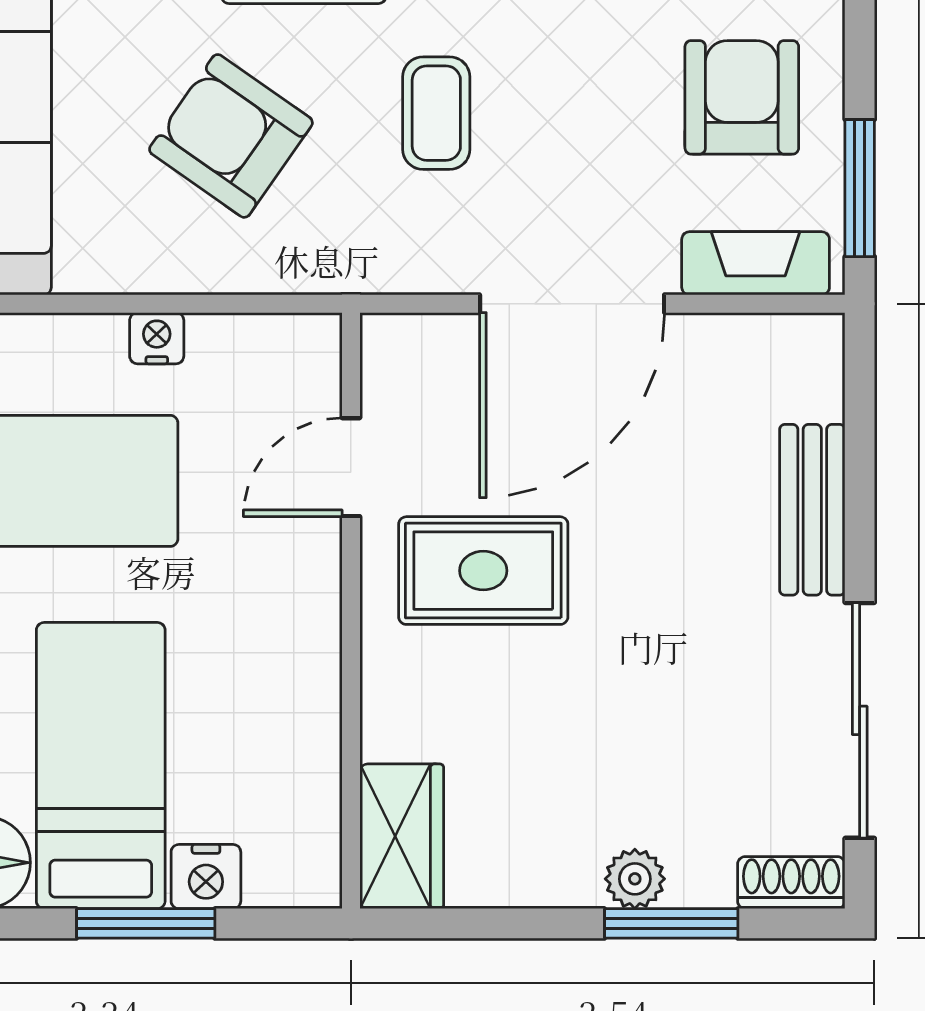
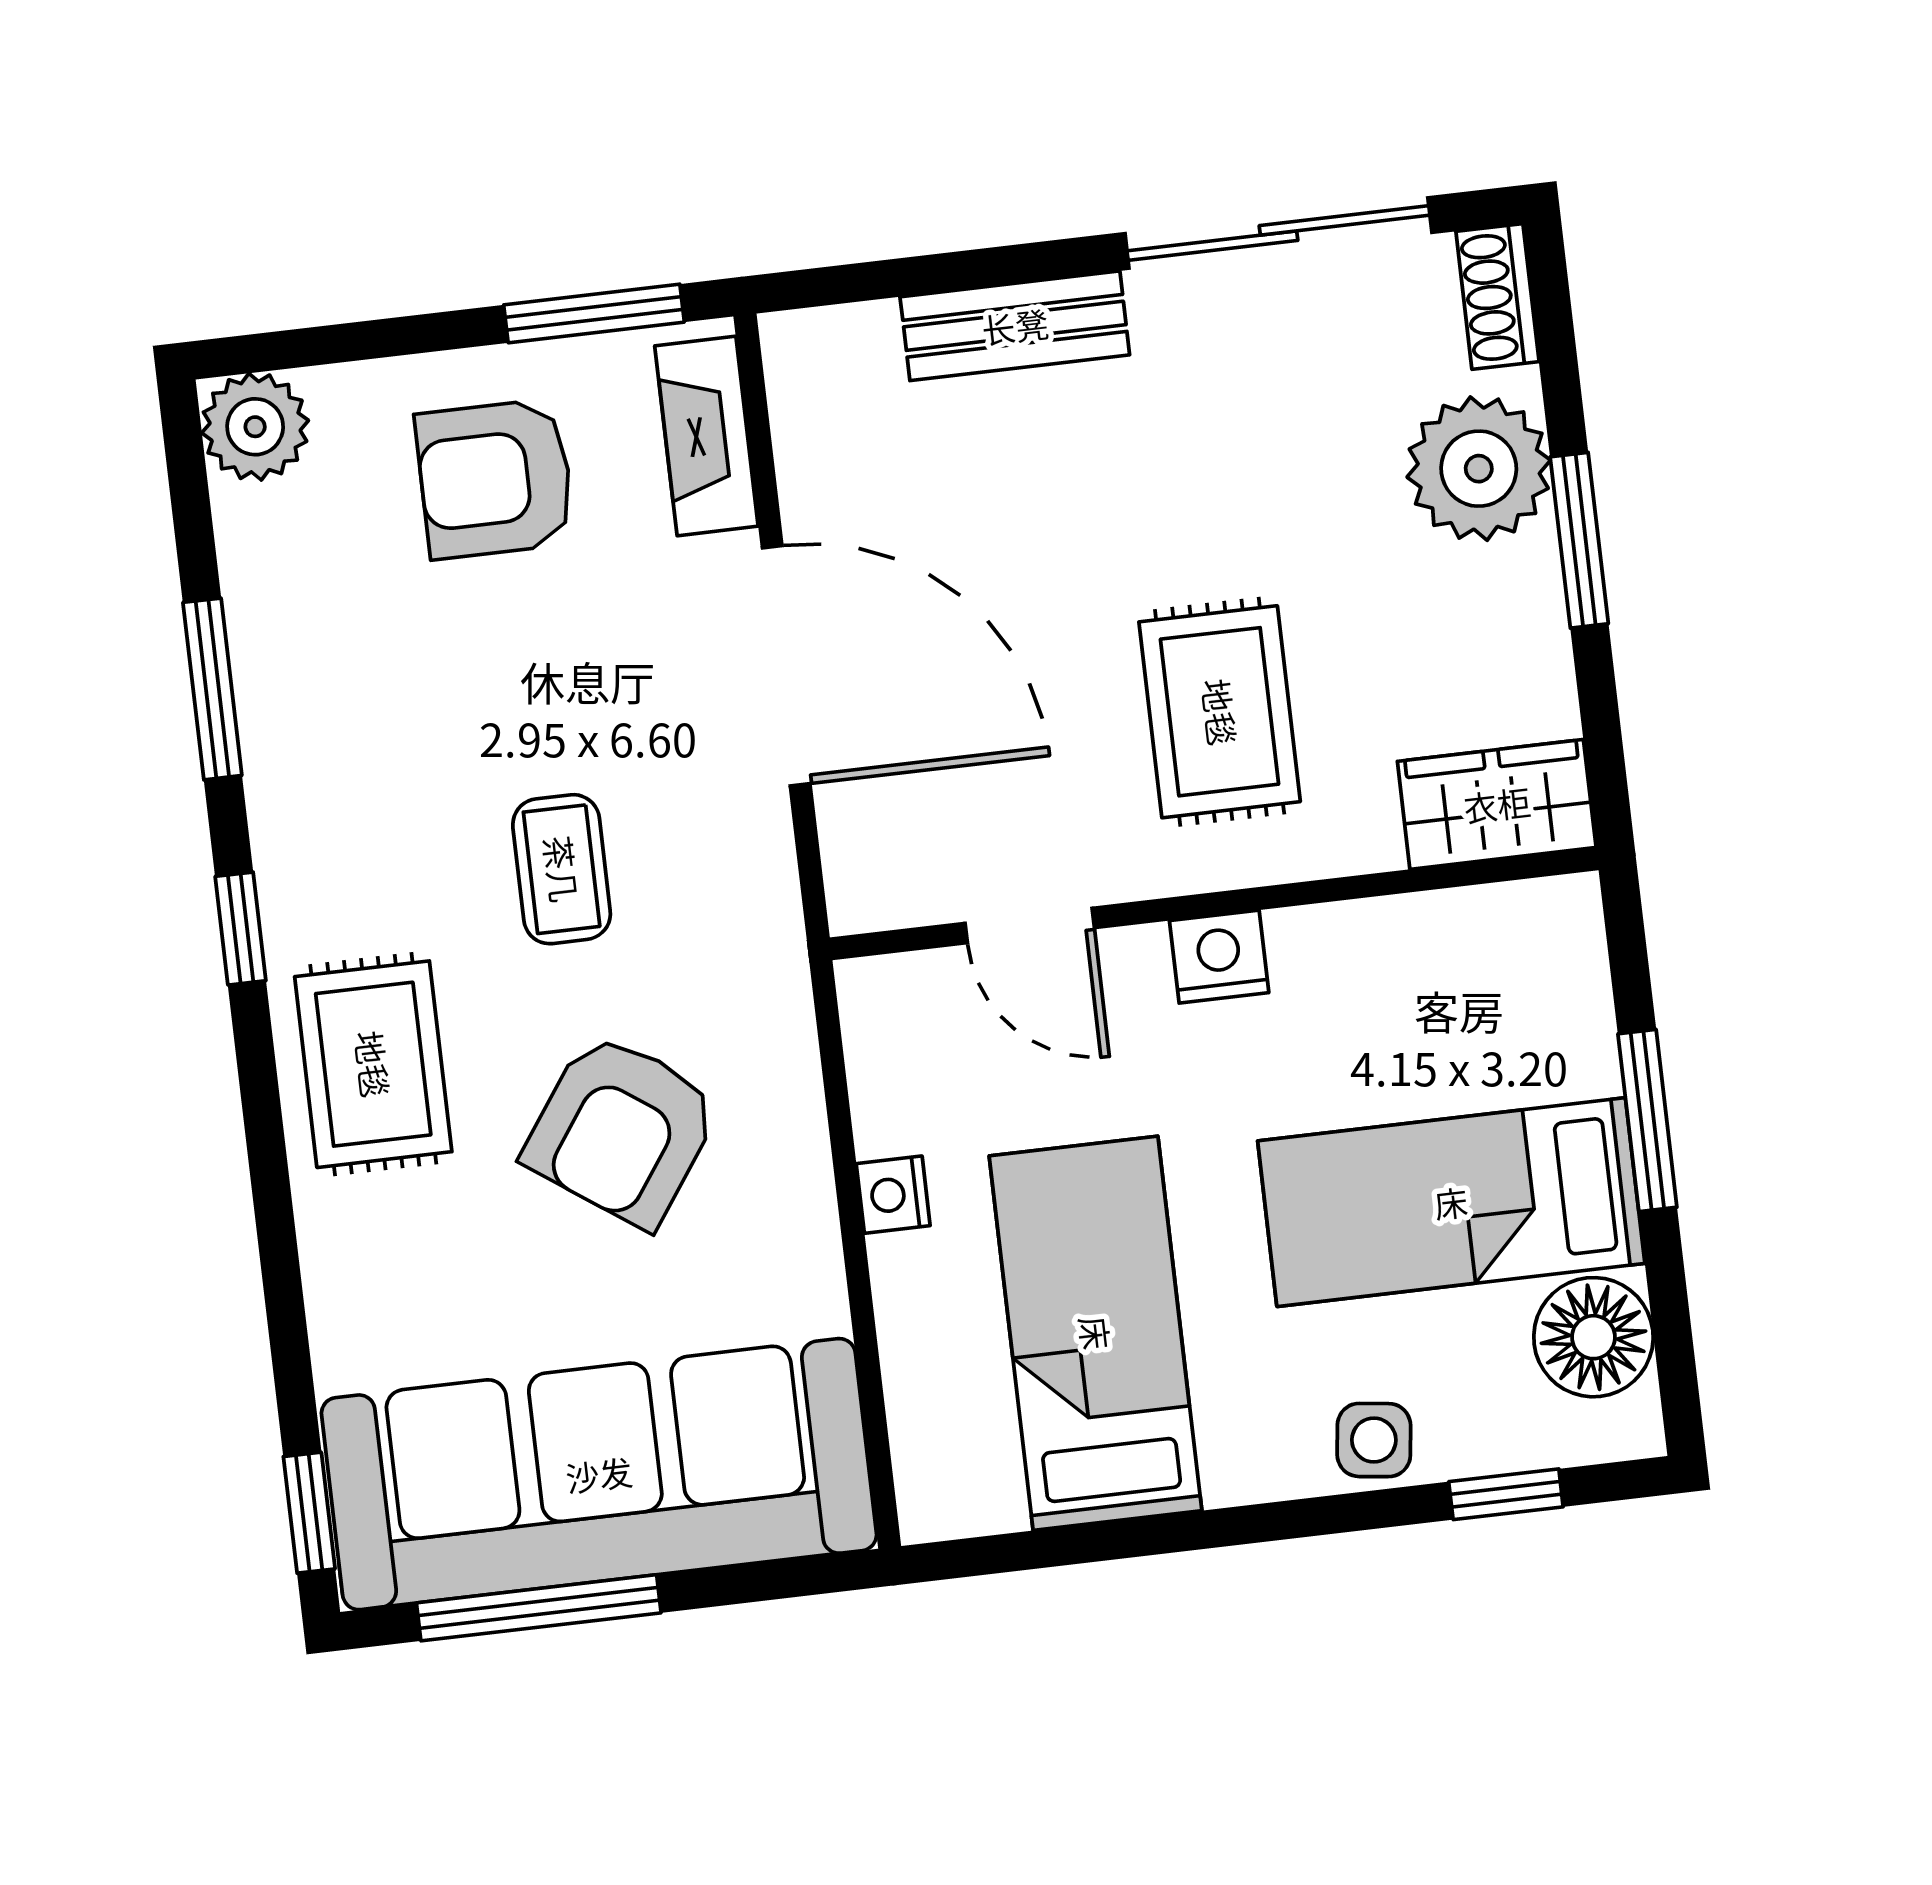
coffee table: (436, 113) -> (562, 869), turned 90
rug: (483, 571) -> (1220, 712), moved
nightstand: (206, 877) -> (1219, 957), moved, turned -90
plant: (635, 879) -> (1479, 469), width x1.87, depth x1.87
window: (671, 923) -> (1579, 540), moved

